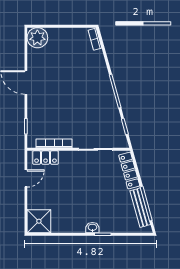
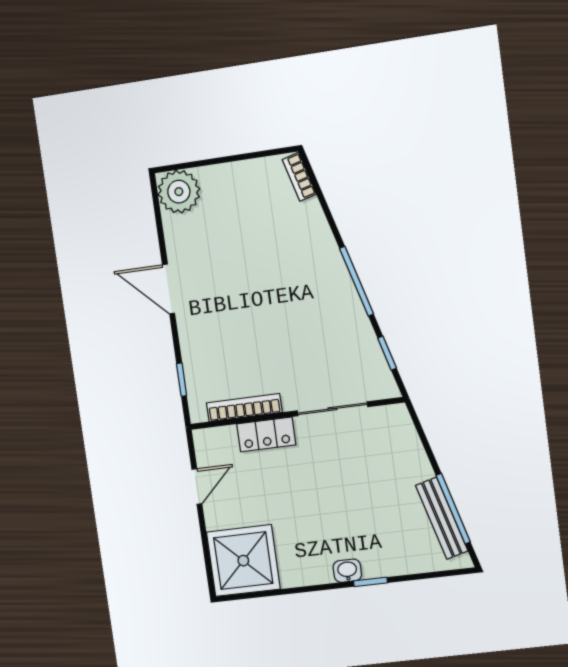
locker: (46, 158) -> (266, 434), moved
locker: (129, 170) -> (408, 444), removed
shower: (39, 221) -> (243, 561), width x1.37, depth x1.37

